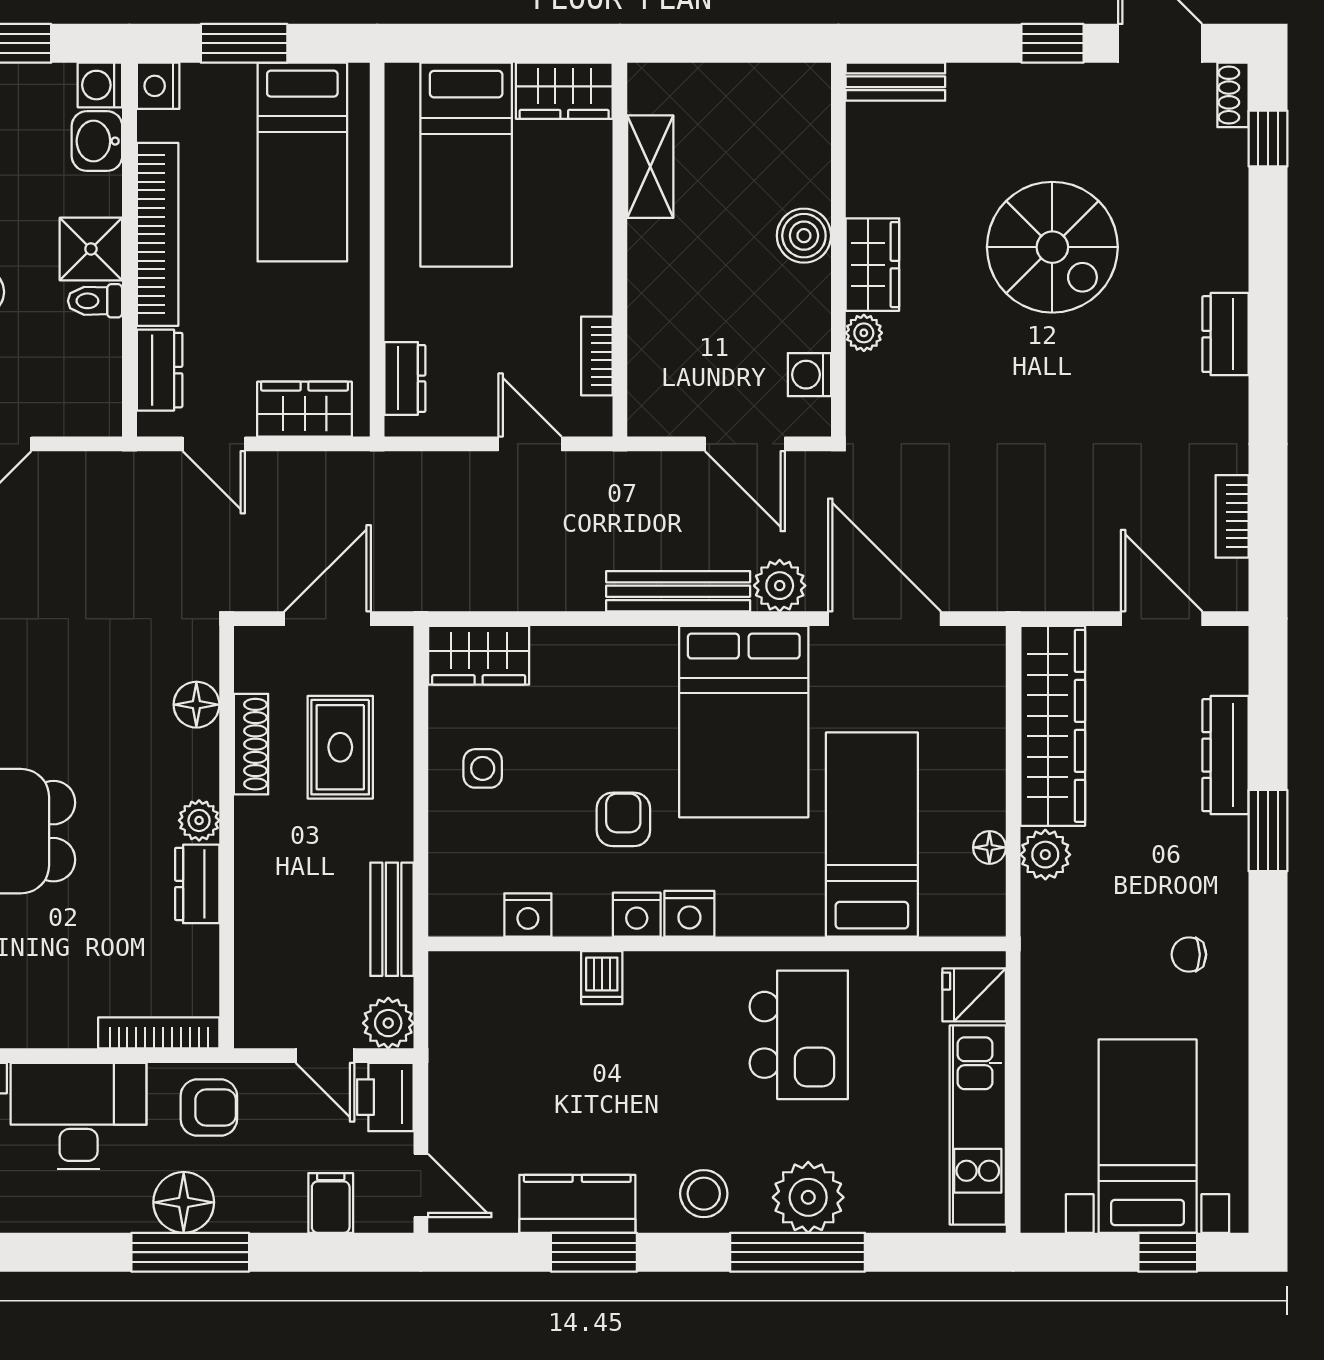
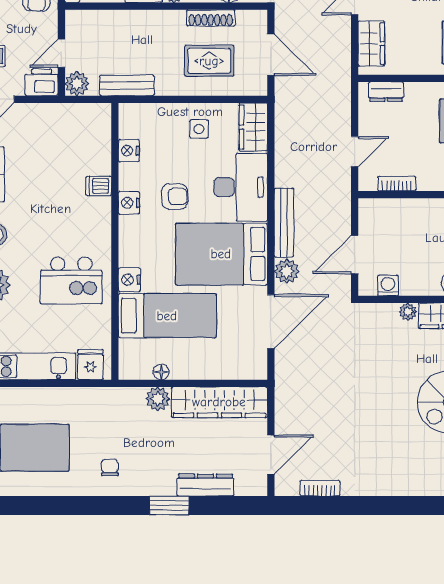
dresser: (1225, 334) -> (407, 485), removed
desk: (604, 682) -> (241, 187), added
nightstand: (689, 914) -> (129, 280), moved

